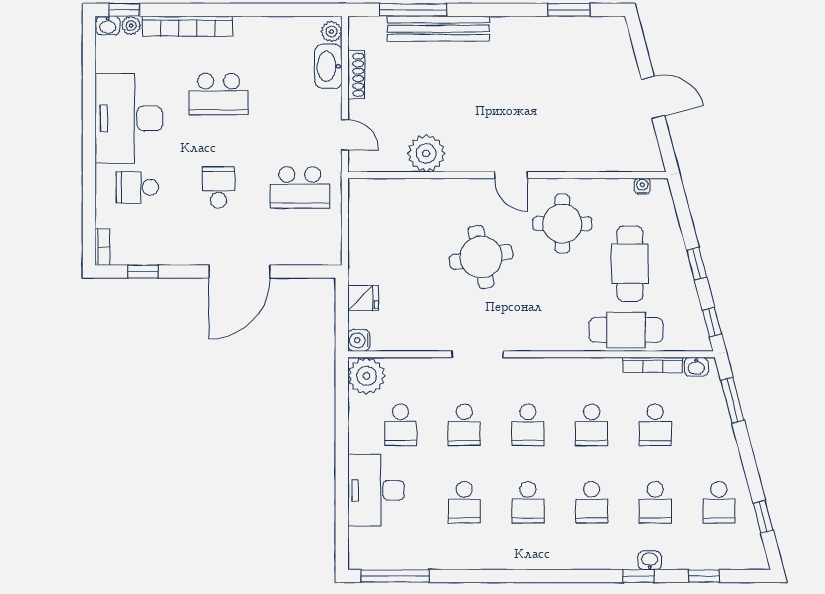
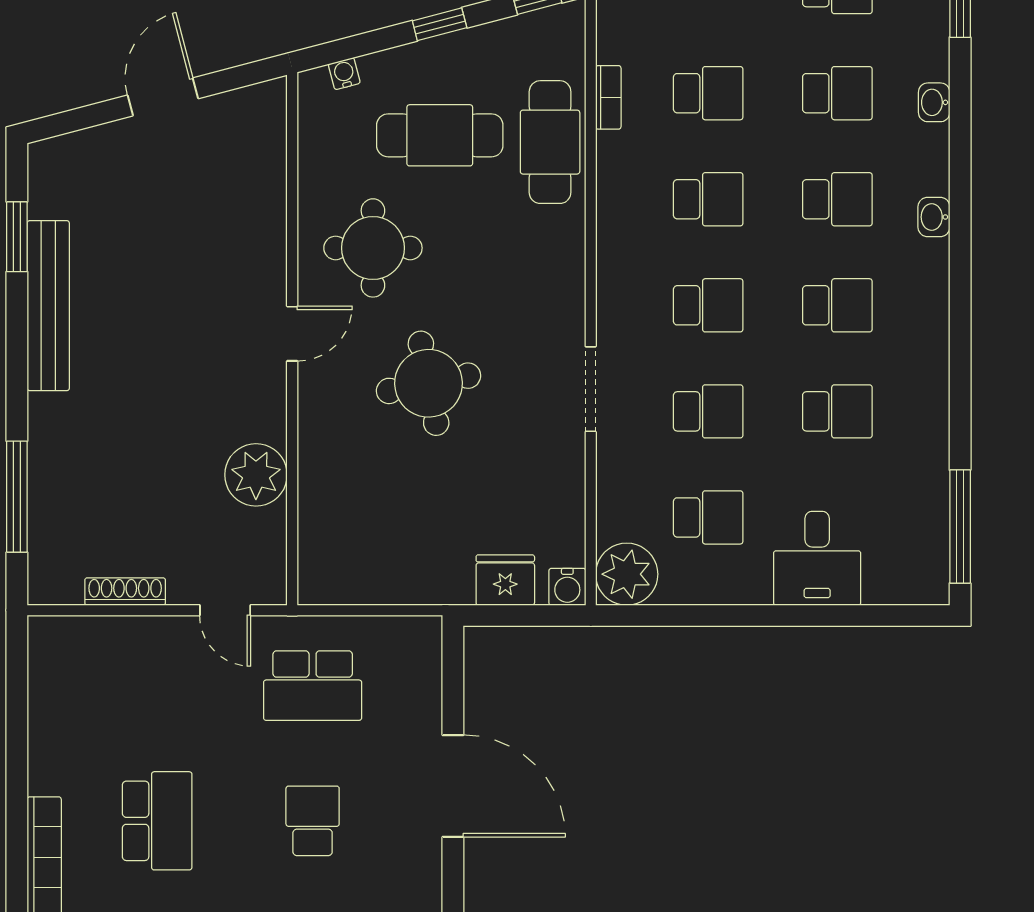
bench: (438, 29) -> (48, 306), moved
plant: (332, 32) -> (53, 633), removed
washbasin: (328, 66) -> (111, 638), removed
door: (345, 135) -> (225, 610), swing flipped
water cooler: (642, 186) -> (344, 74), moved, turned 75
school desk: (219, 187) -> (313, 821), turned 90
school desk: (300, 187) -> (313, 686), turned 90
fridge: (363, 298) -> (505, 580), width x1.38
bookcase: (653, 365) -> (608, 97), width x0.64
washbasin: (696, 367) -> (934, 217), moved, turned 180
desk: (376, 490) -> (817, 558), width x0.73
window: (638, 576) -> (960, 121), removed

